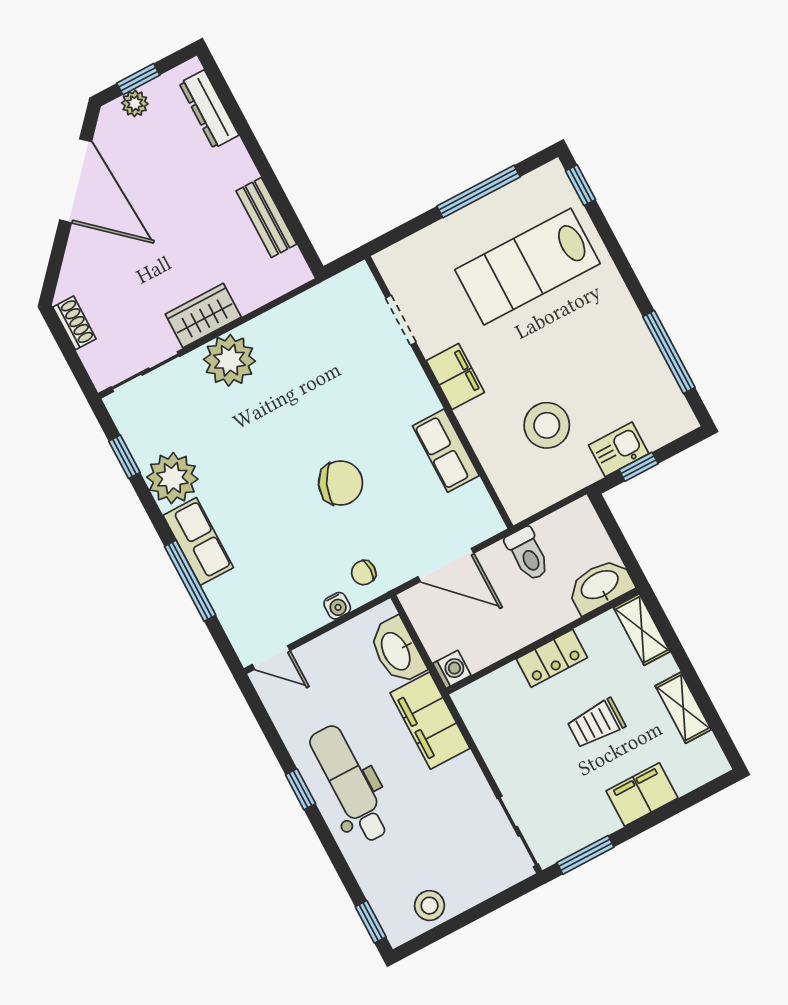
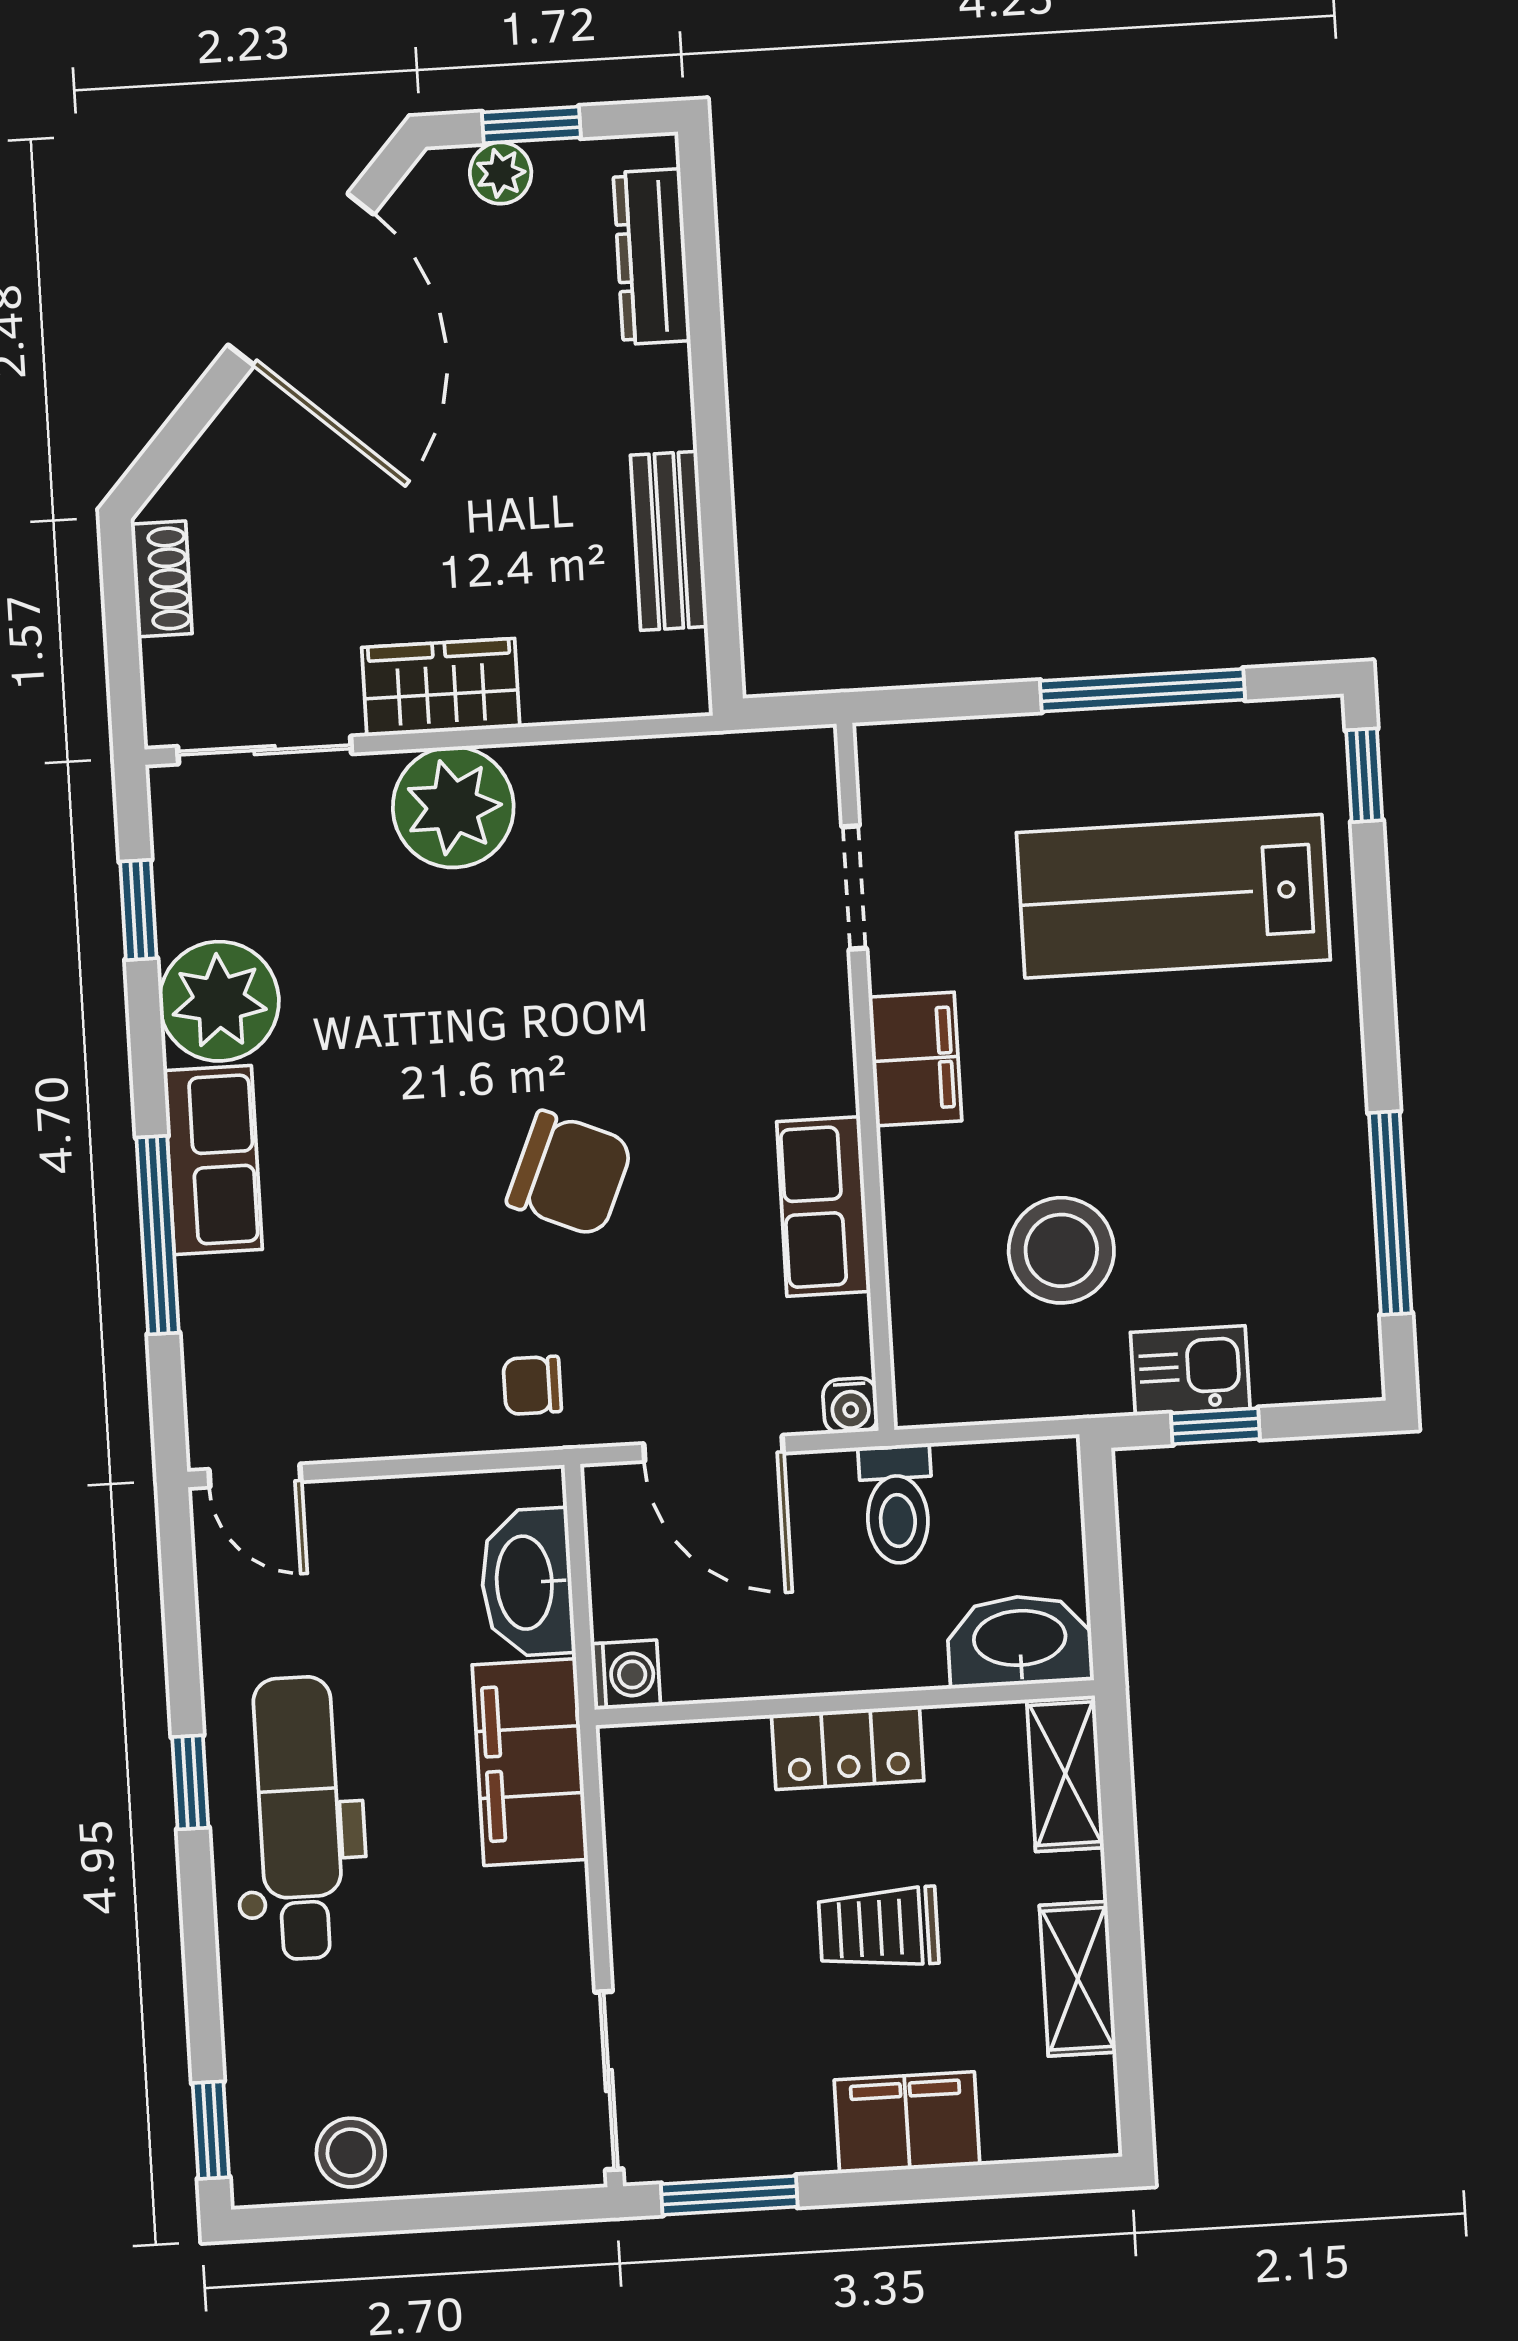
water cooler: (337, 606) -> (850, 1406), moved

